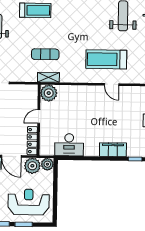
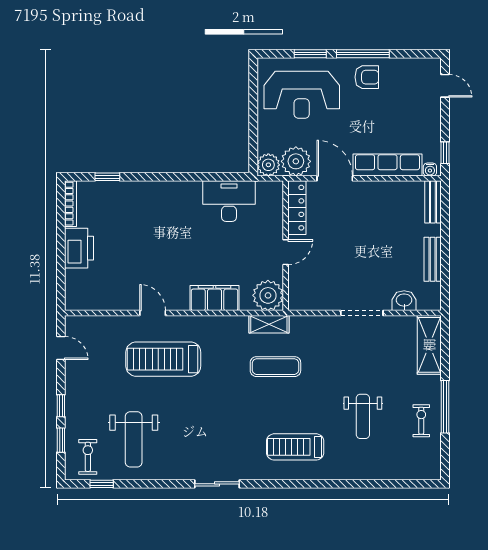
treadmill: (106, 59) -> (163, 359), turned 180
filing cabinet: (113, 150) -> (215, 298), moved, turned 180

